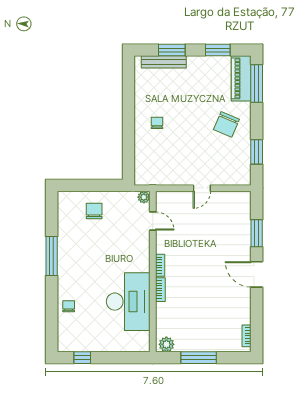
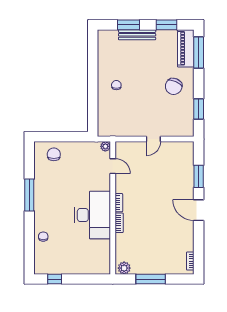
bench: (164, 62) -> (137, 35), moved
chair: (94, 211) -> (54, 154), moved
desk: (128, 302) -> (92, 215), moved

